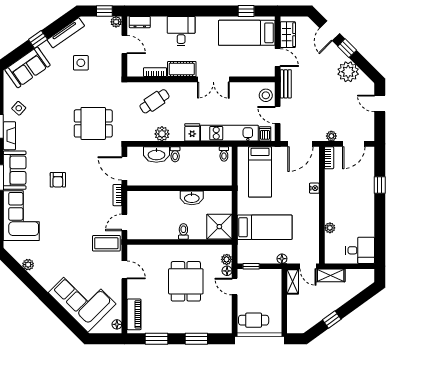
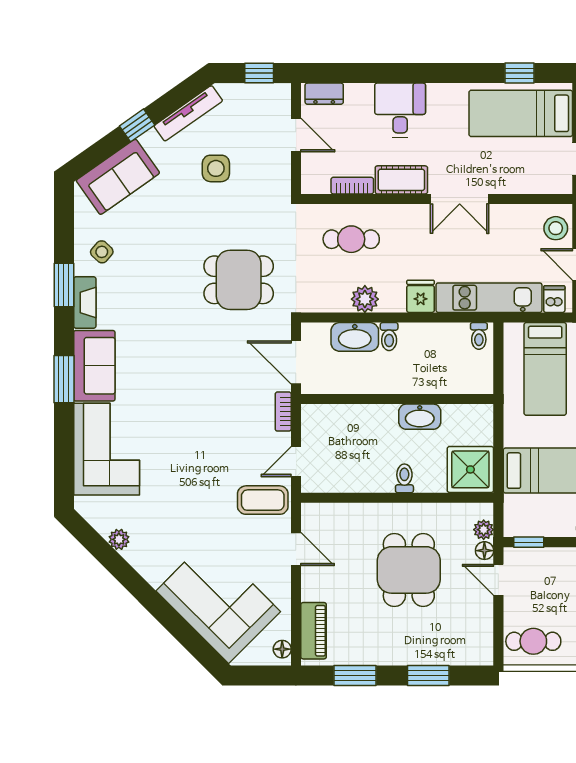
plant: (116, 22) -> (281, 93), removed
cafe table: (154, 101) -> (351, 239), turned 34
armchair: (58, 180) -> (174, 383), removed

